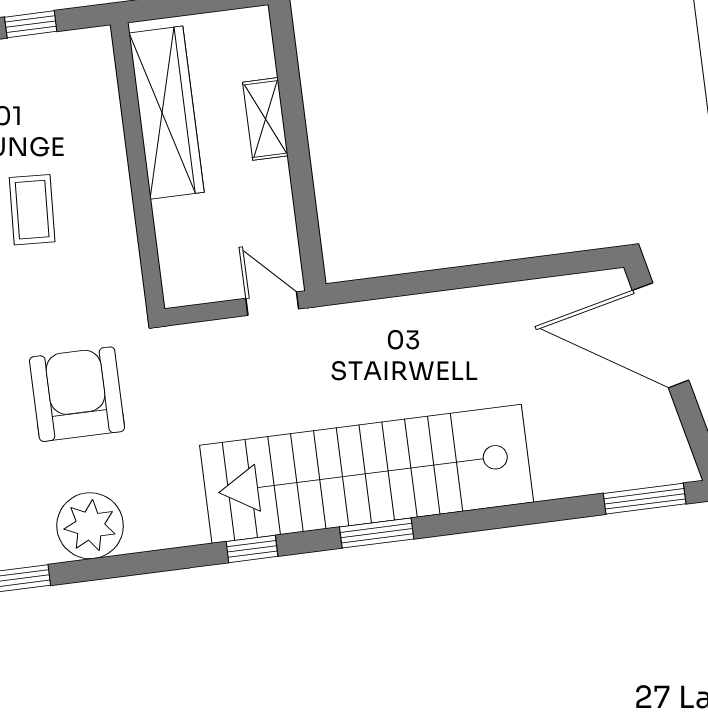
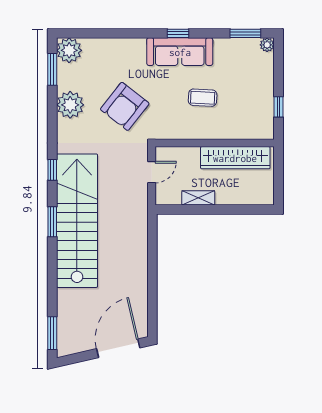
shelving: (265, 119) -> (198, 198), moved
door: (272, 304) -> (152, 172), moved
armchair: (77, 394) -> (125, 106), turned 128

